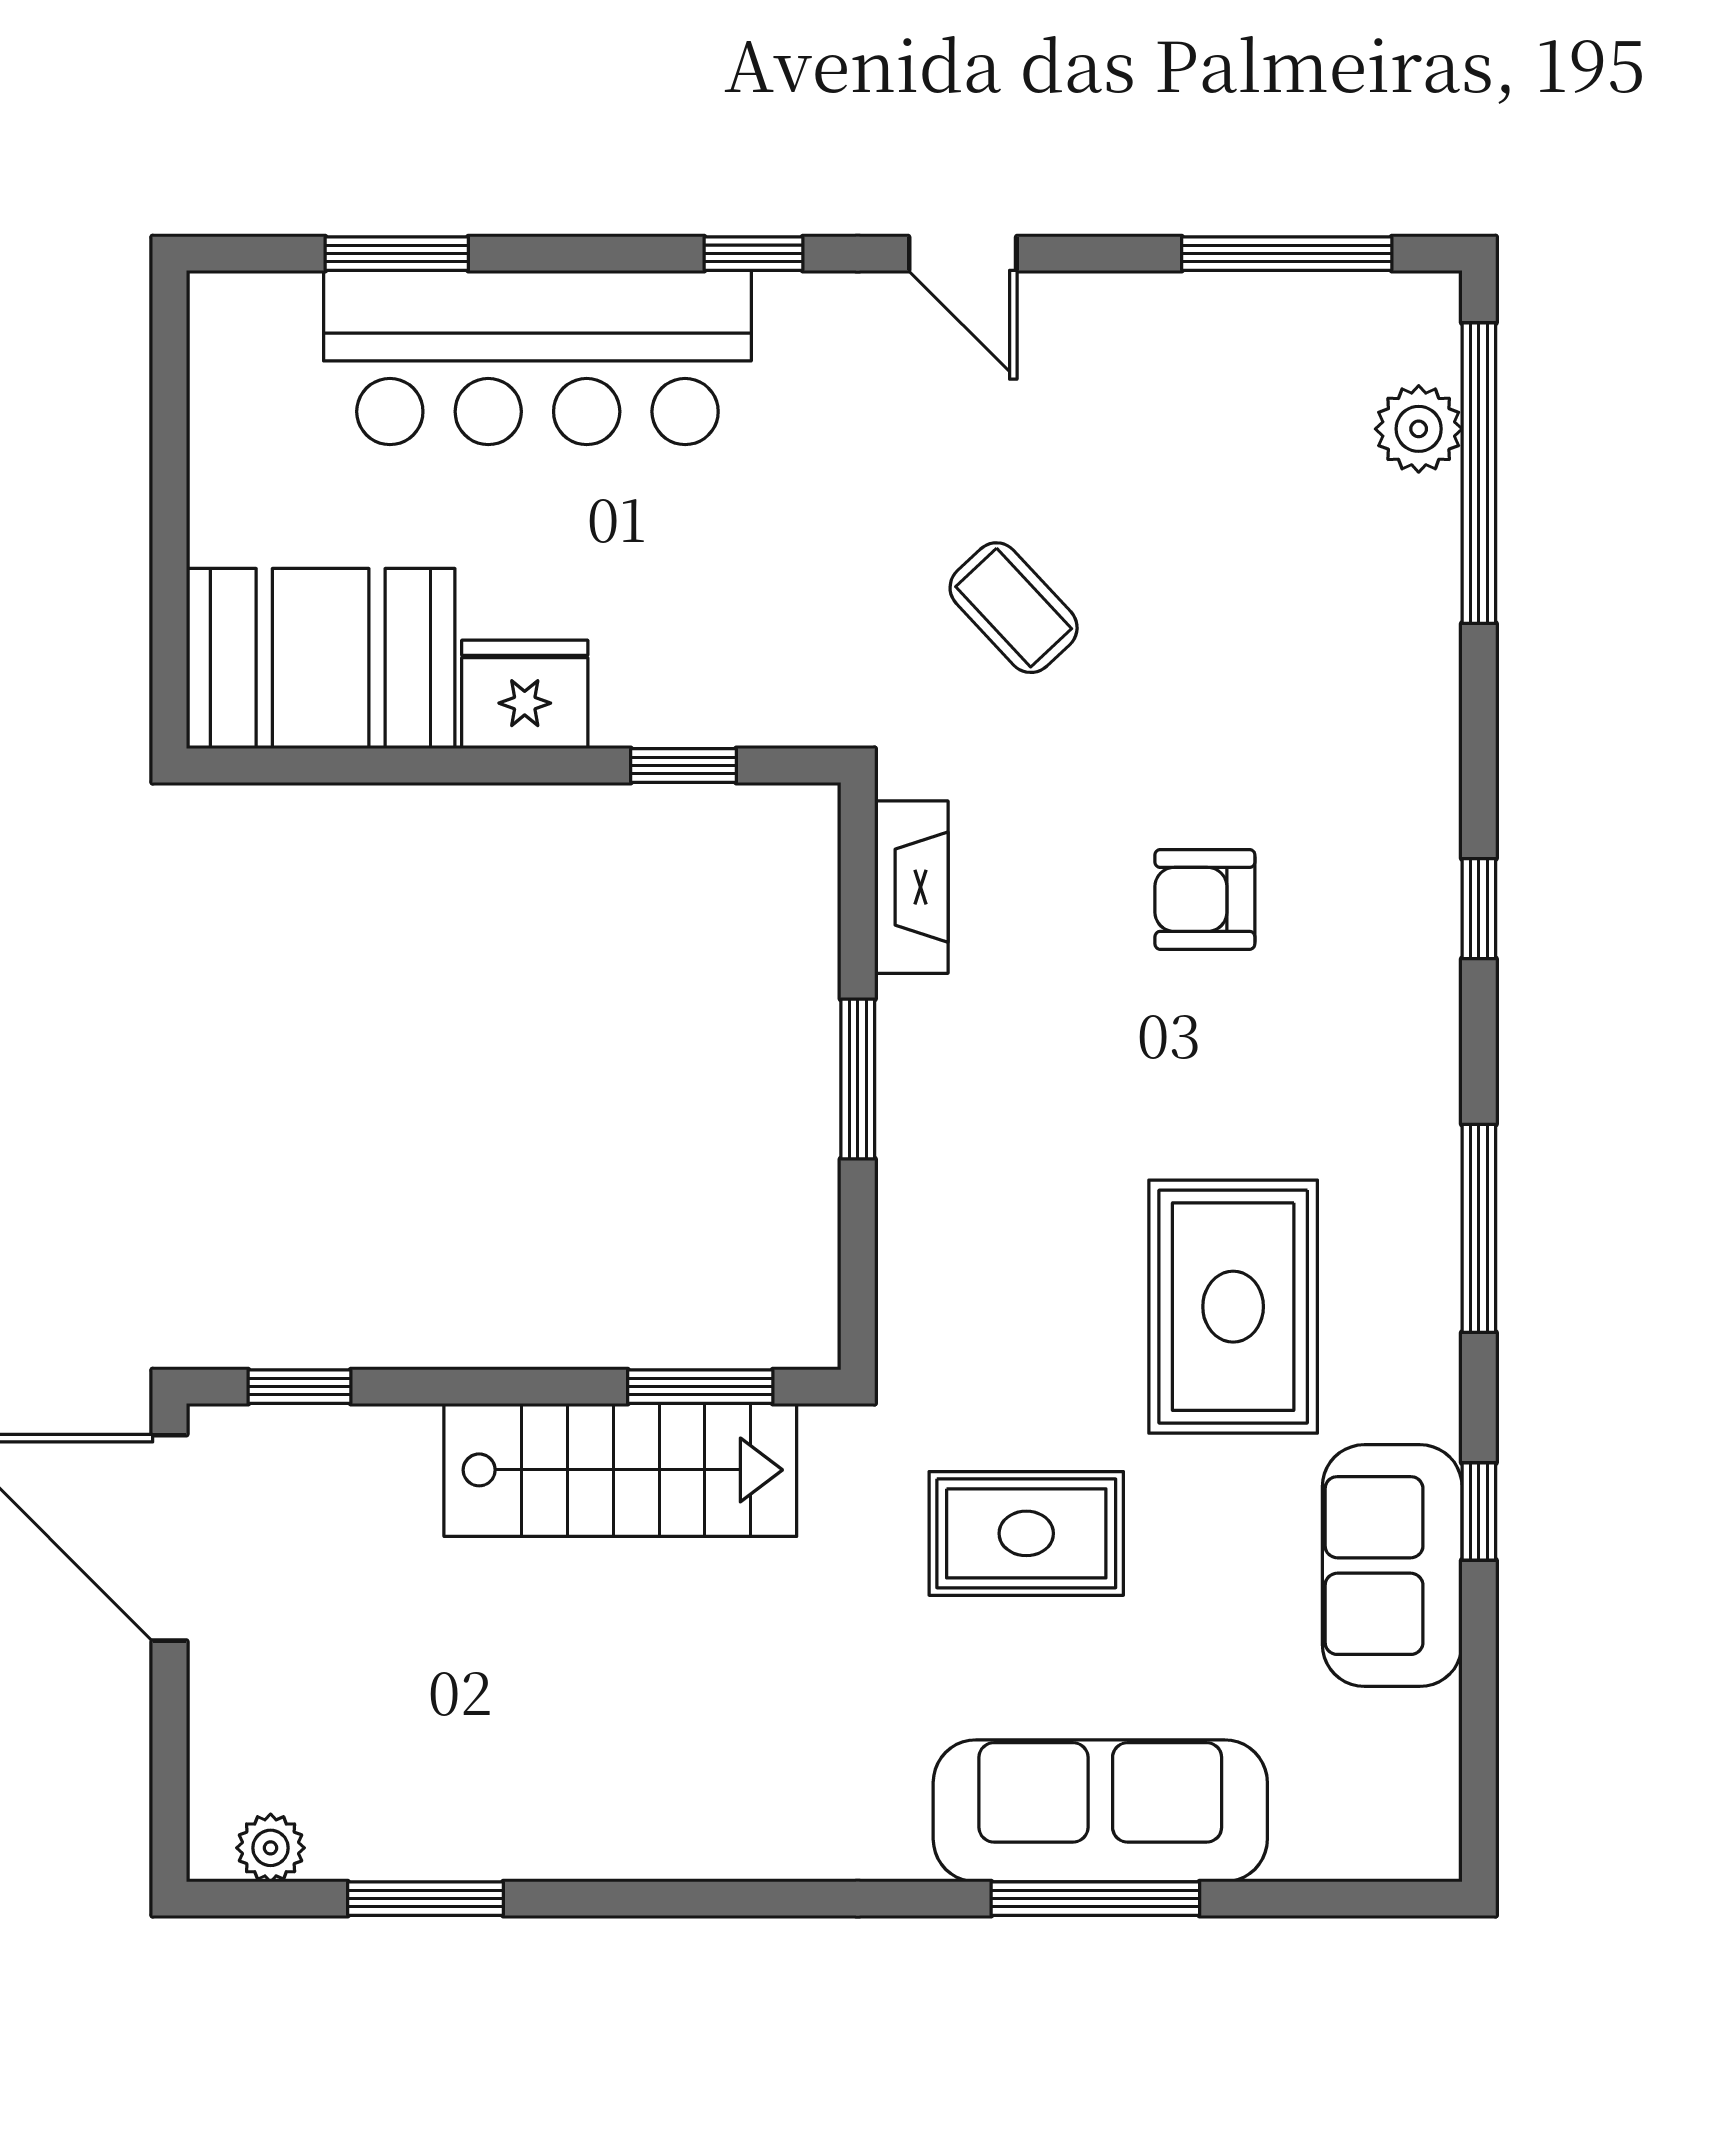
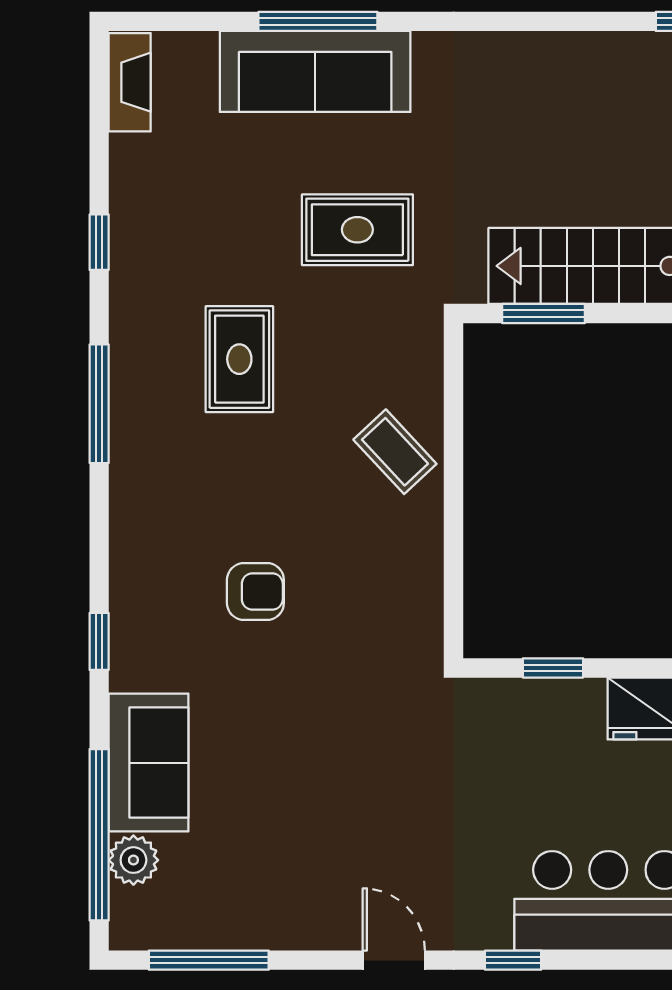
coffee table: (1014, 608) -> (395, 452), moved
fireplace: (911, 887) -> (130, 82), moved, turned 180
window: (1479, 909) -> (99, 641), moved
window: (858, 1079) -> (454, 489), removed
rug: (1233, 1307) -> (239, 359), width x0.73, depth x0.70
sofa: (1392, 1566) -> (149, 763), moved

